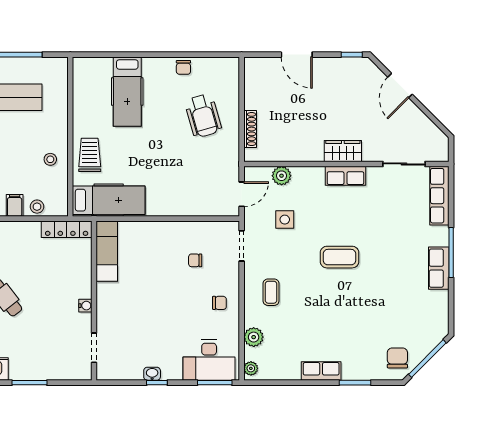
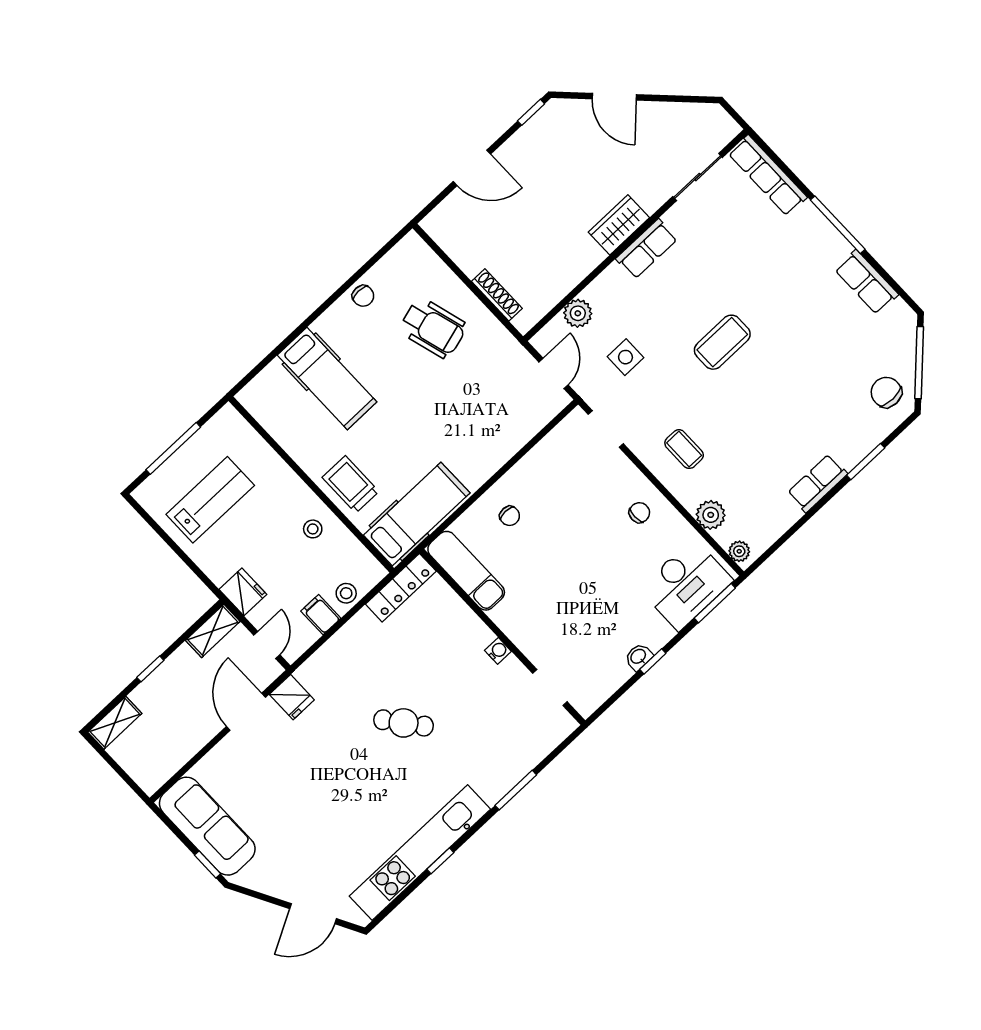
chair: (195, 260) -> (510, 516), moved, turned -90
row of seats: (439, 268) -> (866, 282), moved

